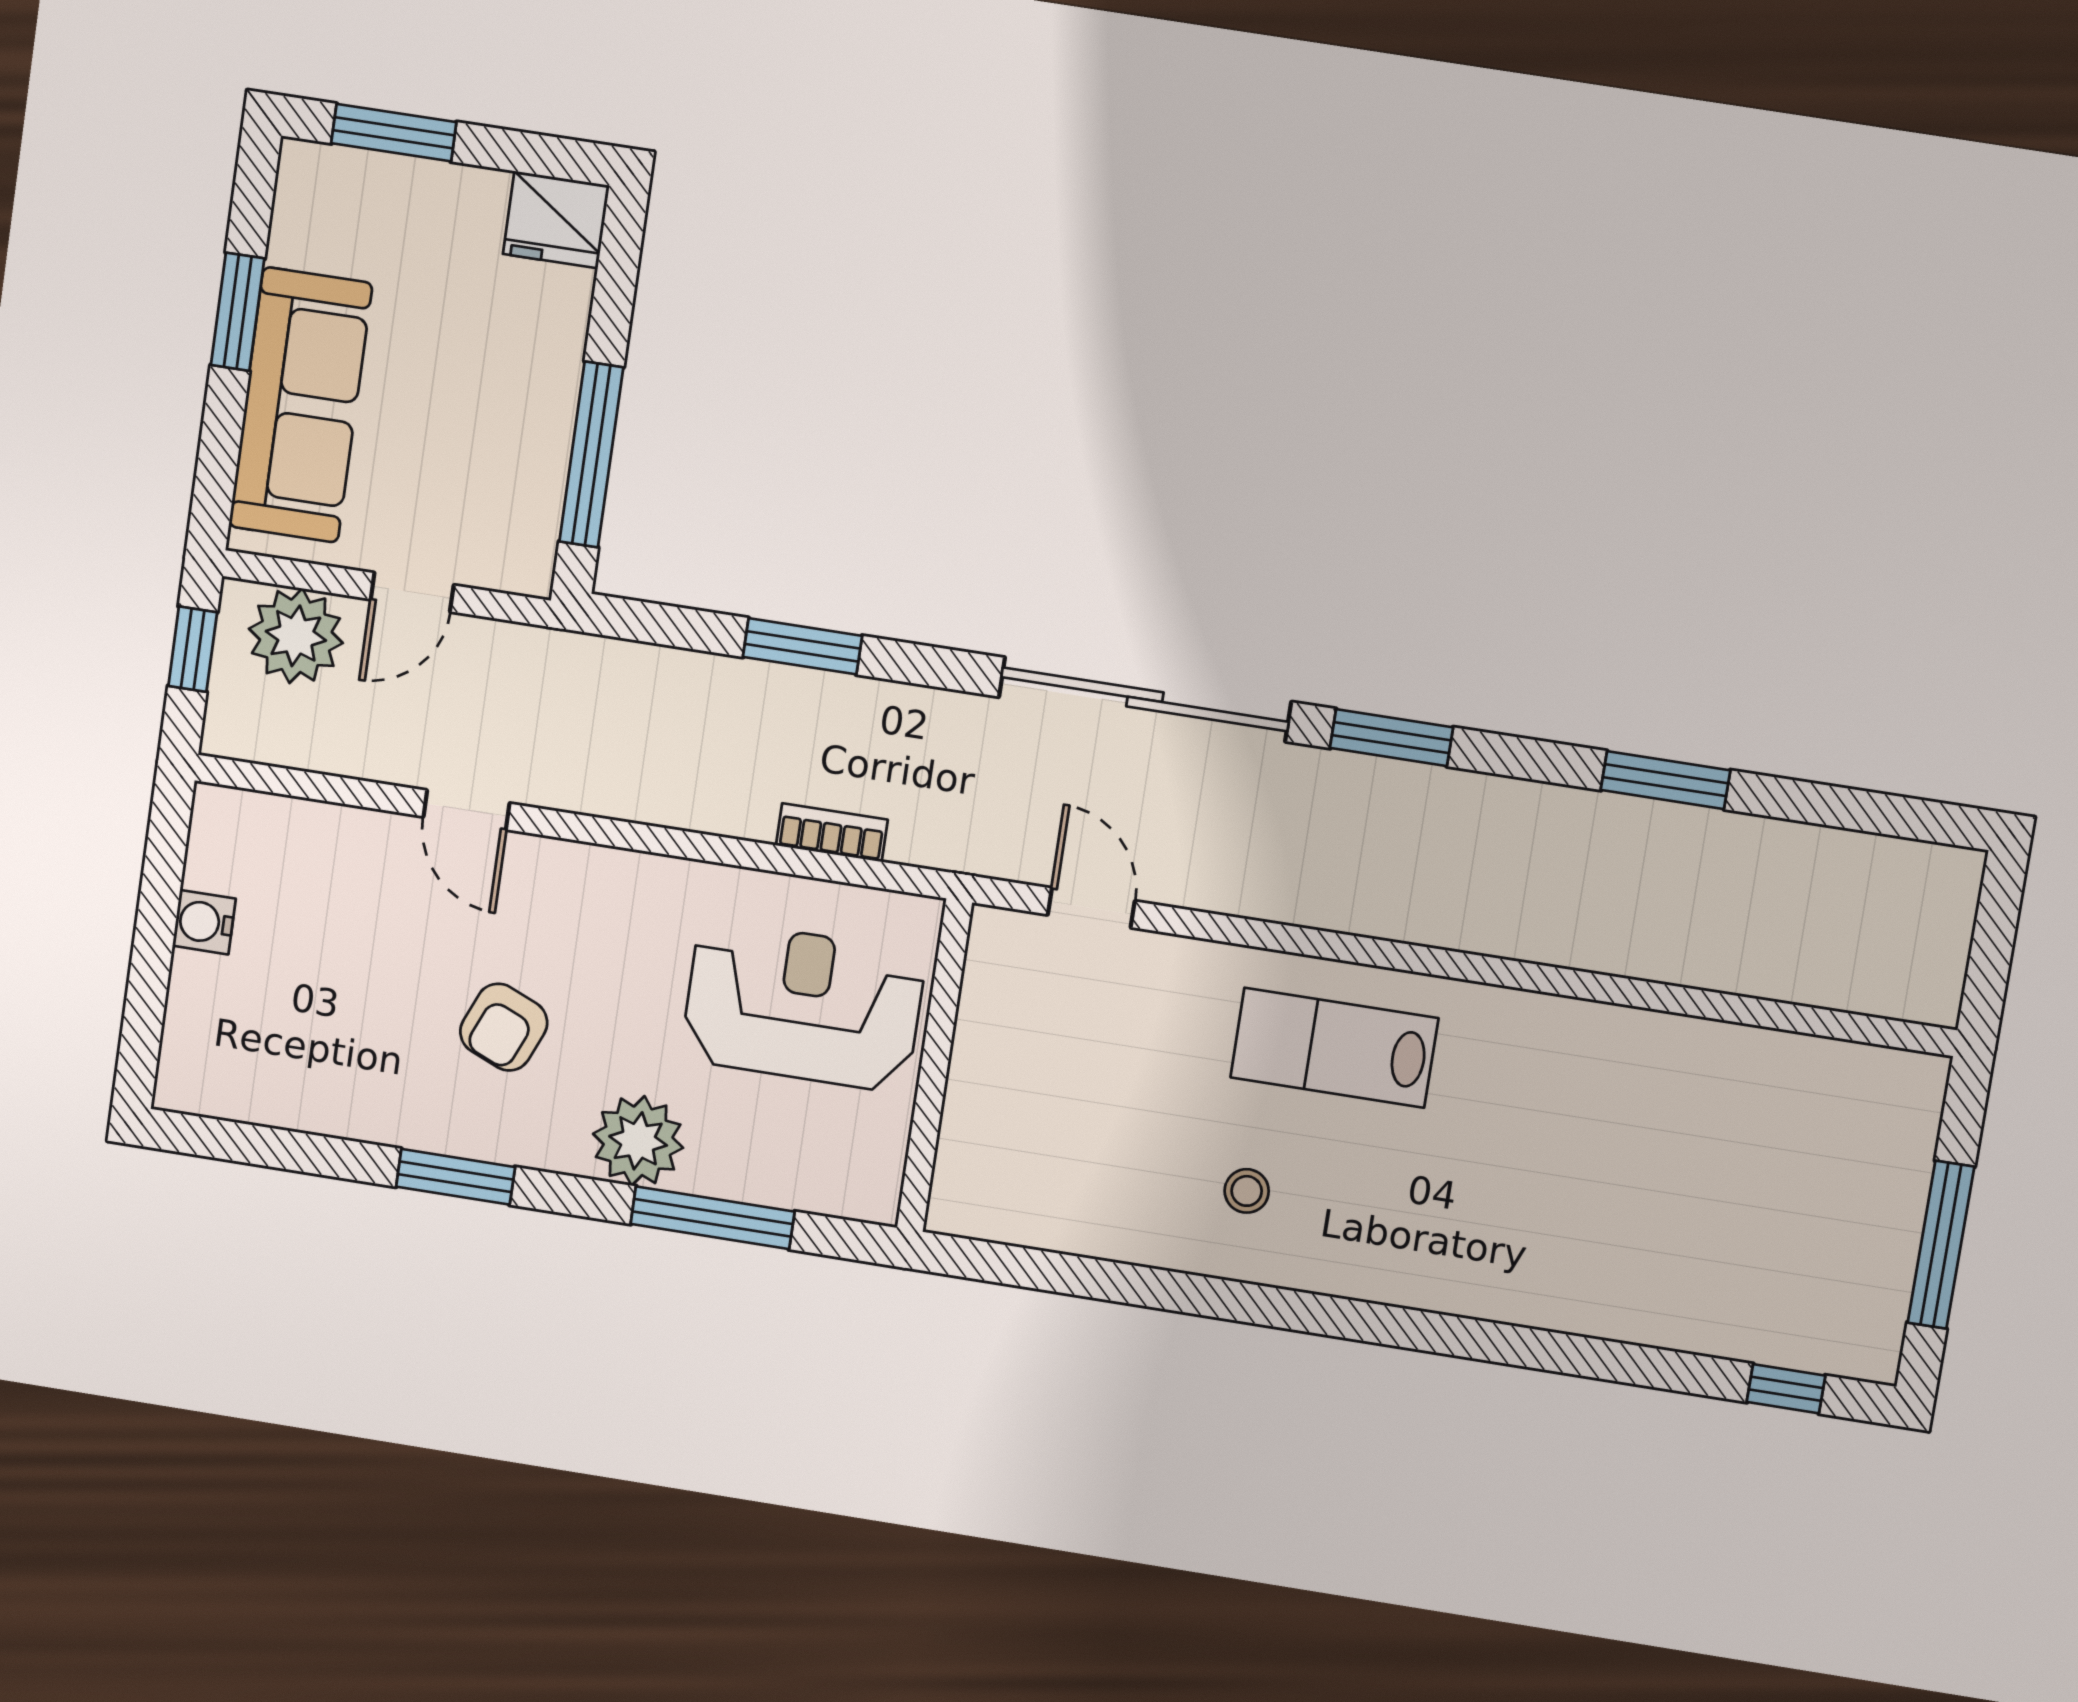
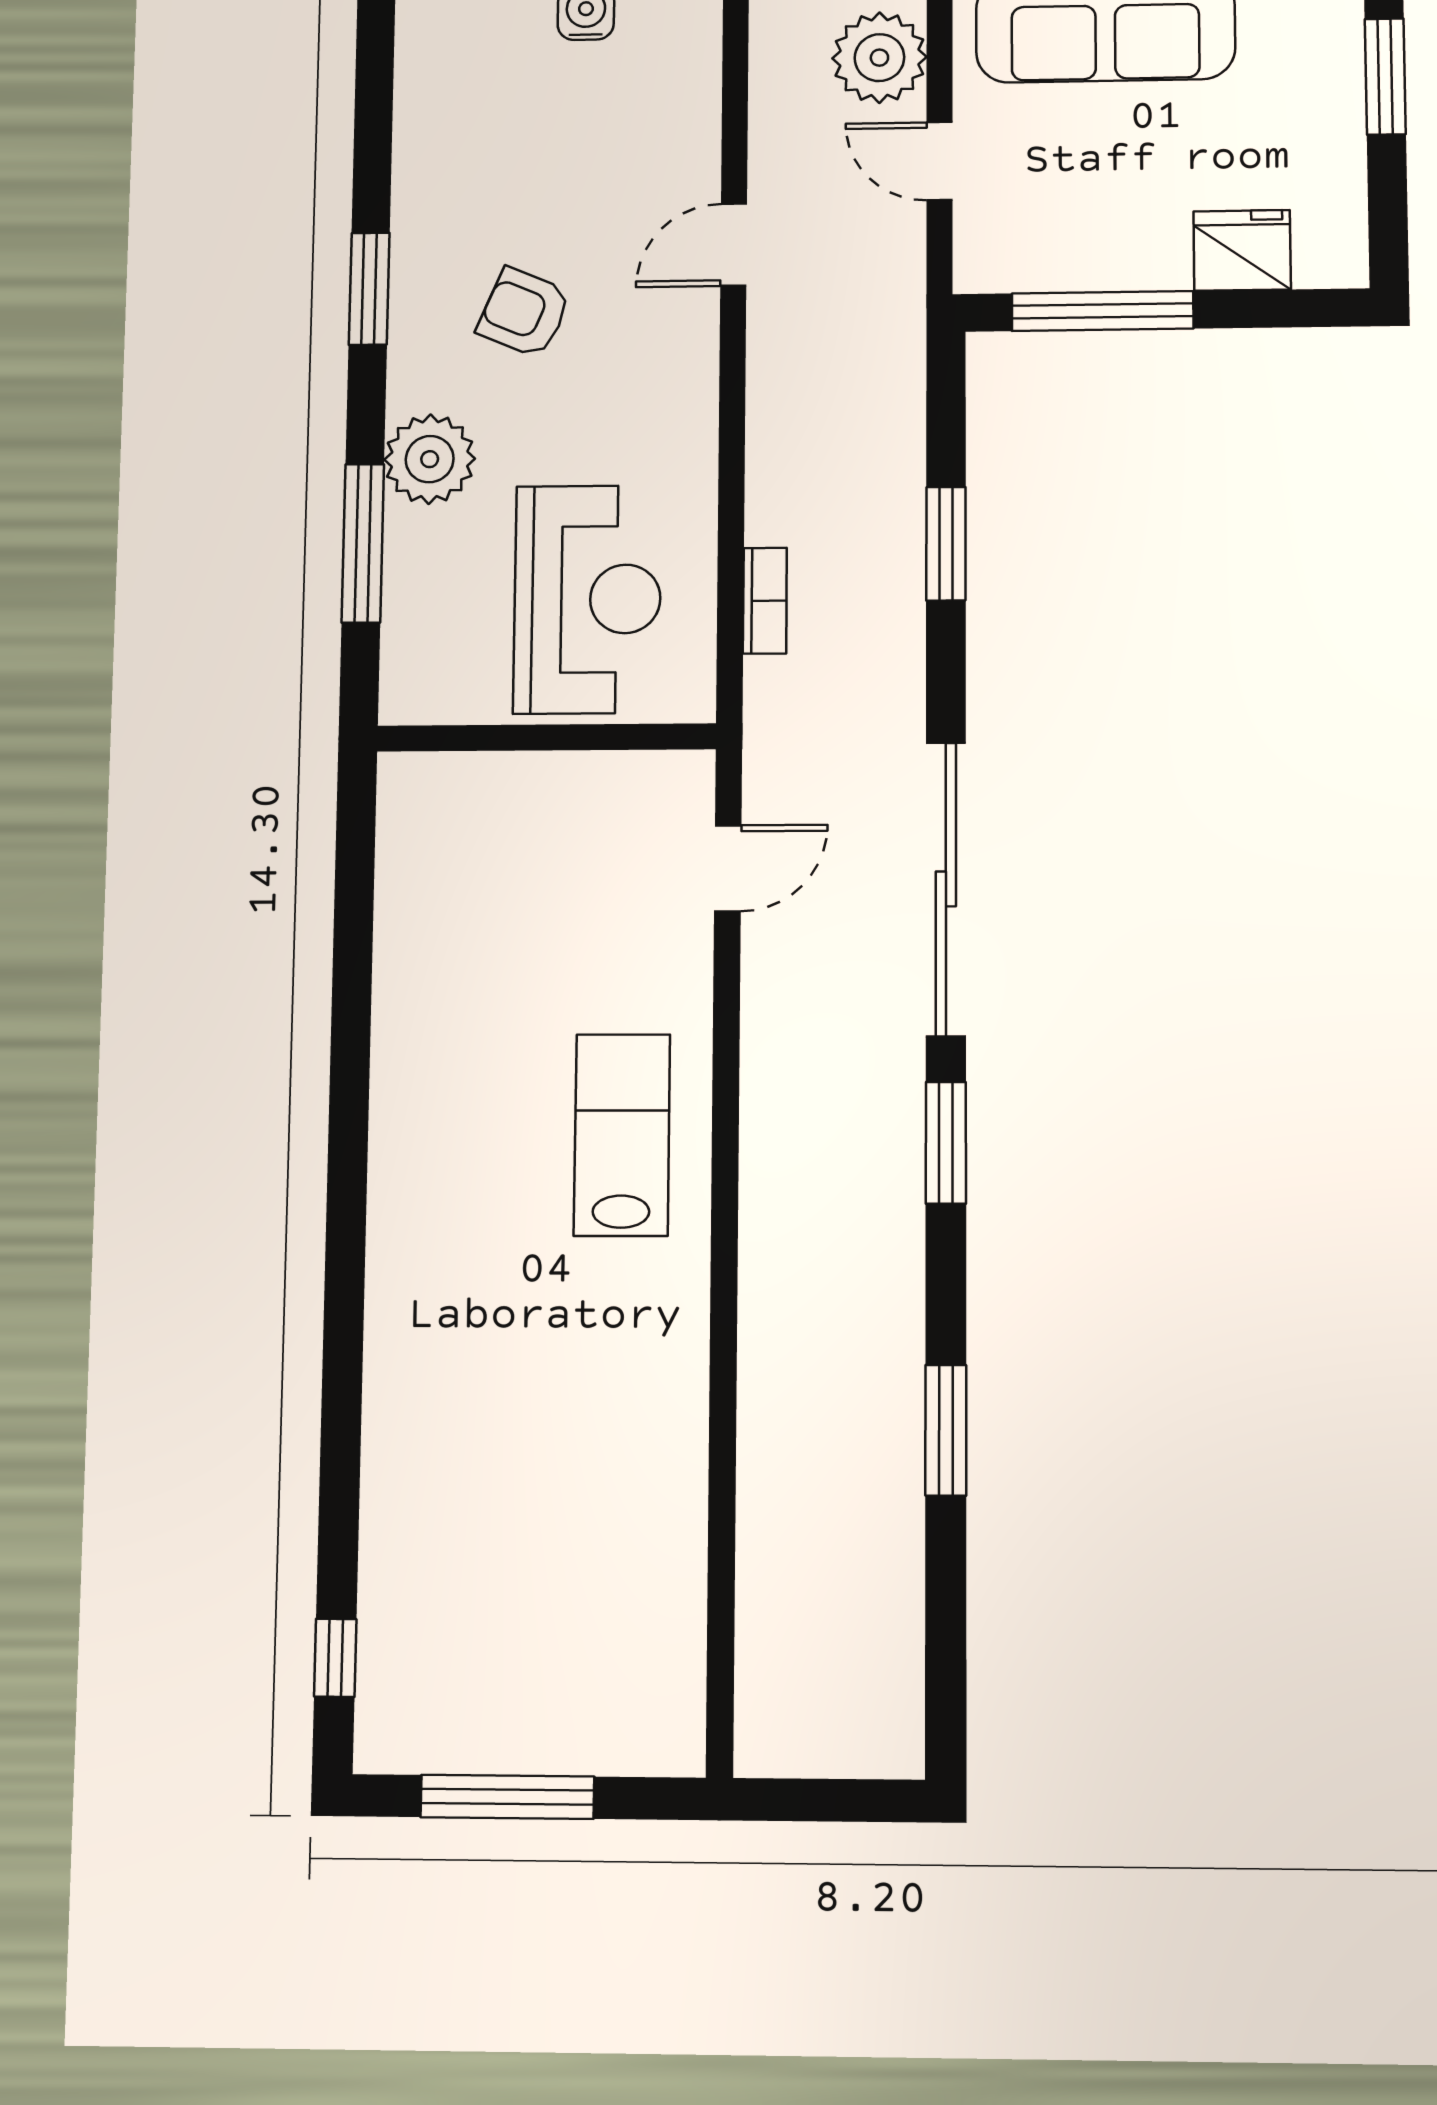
fridge: (556, 220) -> (1242, 250), moved, turned 90
stool: (1247, 1191) -> (463, 1069), removed

